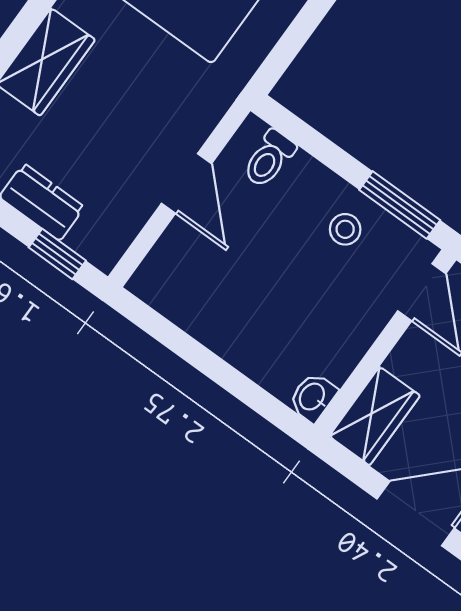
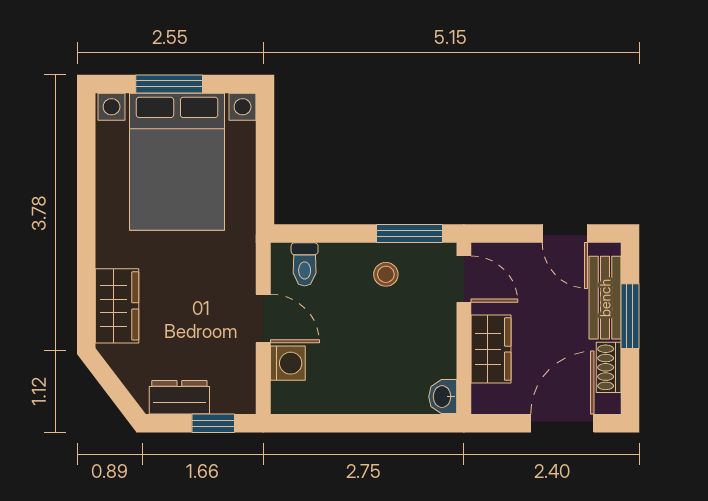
washing machine: (178, 248) -> (288, 363), added
wardrobe: (375, 416) -> (491, 349), moved

